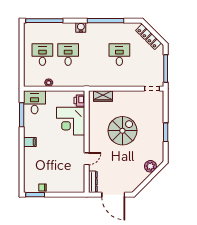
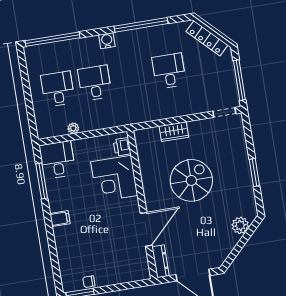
wardrobe: (103, 96) -> (174, 132), moved
door: (87, 159) -> (146, 229), width x1.88

